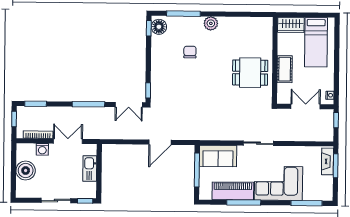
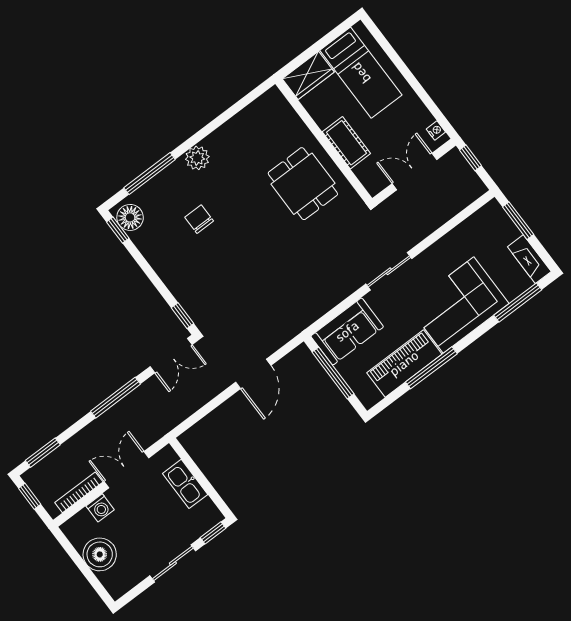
dining table: (250, 73) -> (303, 184), turned 90
fireplace: (327, 161) -> (529, 259), moved

